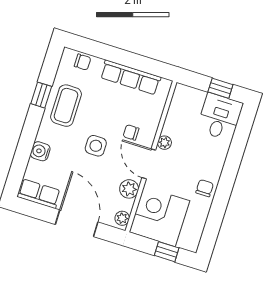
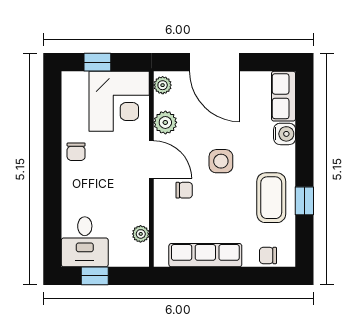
plant: (164, 143) -> (141, 234), moved
row of seats: (39, 194) -> (284, 96), moved, turned 90

